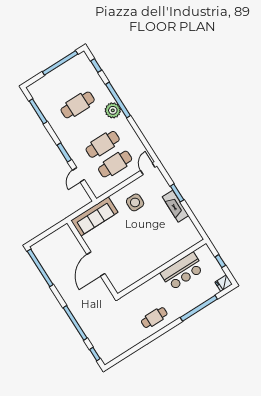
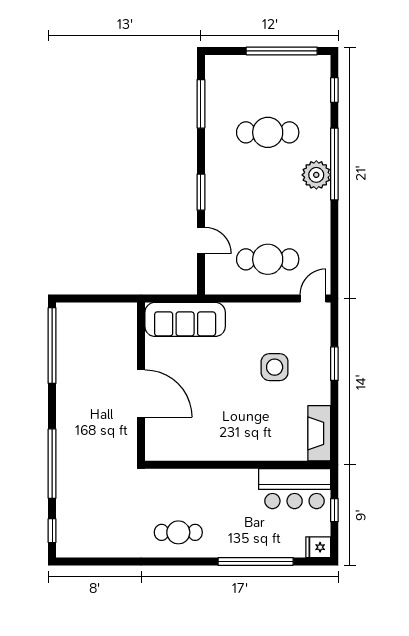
cafe table: (103, 144) -> (268, 217), removed
door: (78, 175) -> (201, 240), swing flipped
side table: (135, 202) -> (275, 367), moved
fireplace: (176, 206) -> (319, 433), moved
door: (96, 264) -> (141, 394), swing flipped
bar counter: (182, 271) -> (295, 489), moved

